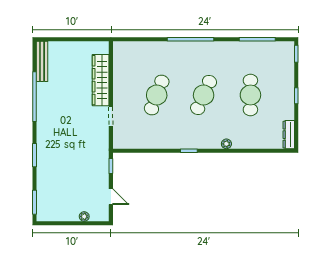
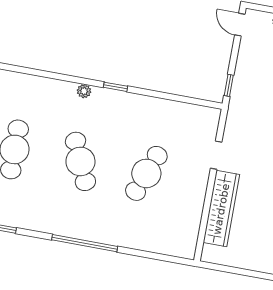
cafe table: (204, 95) -> (80, 161), turned -48
plant: (226, 144) -> (84, 91), moved
door: (111, 197) -> (240, 25), moved

